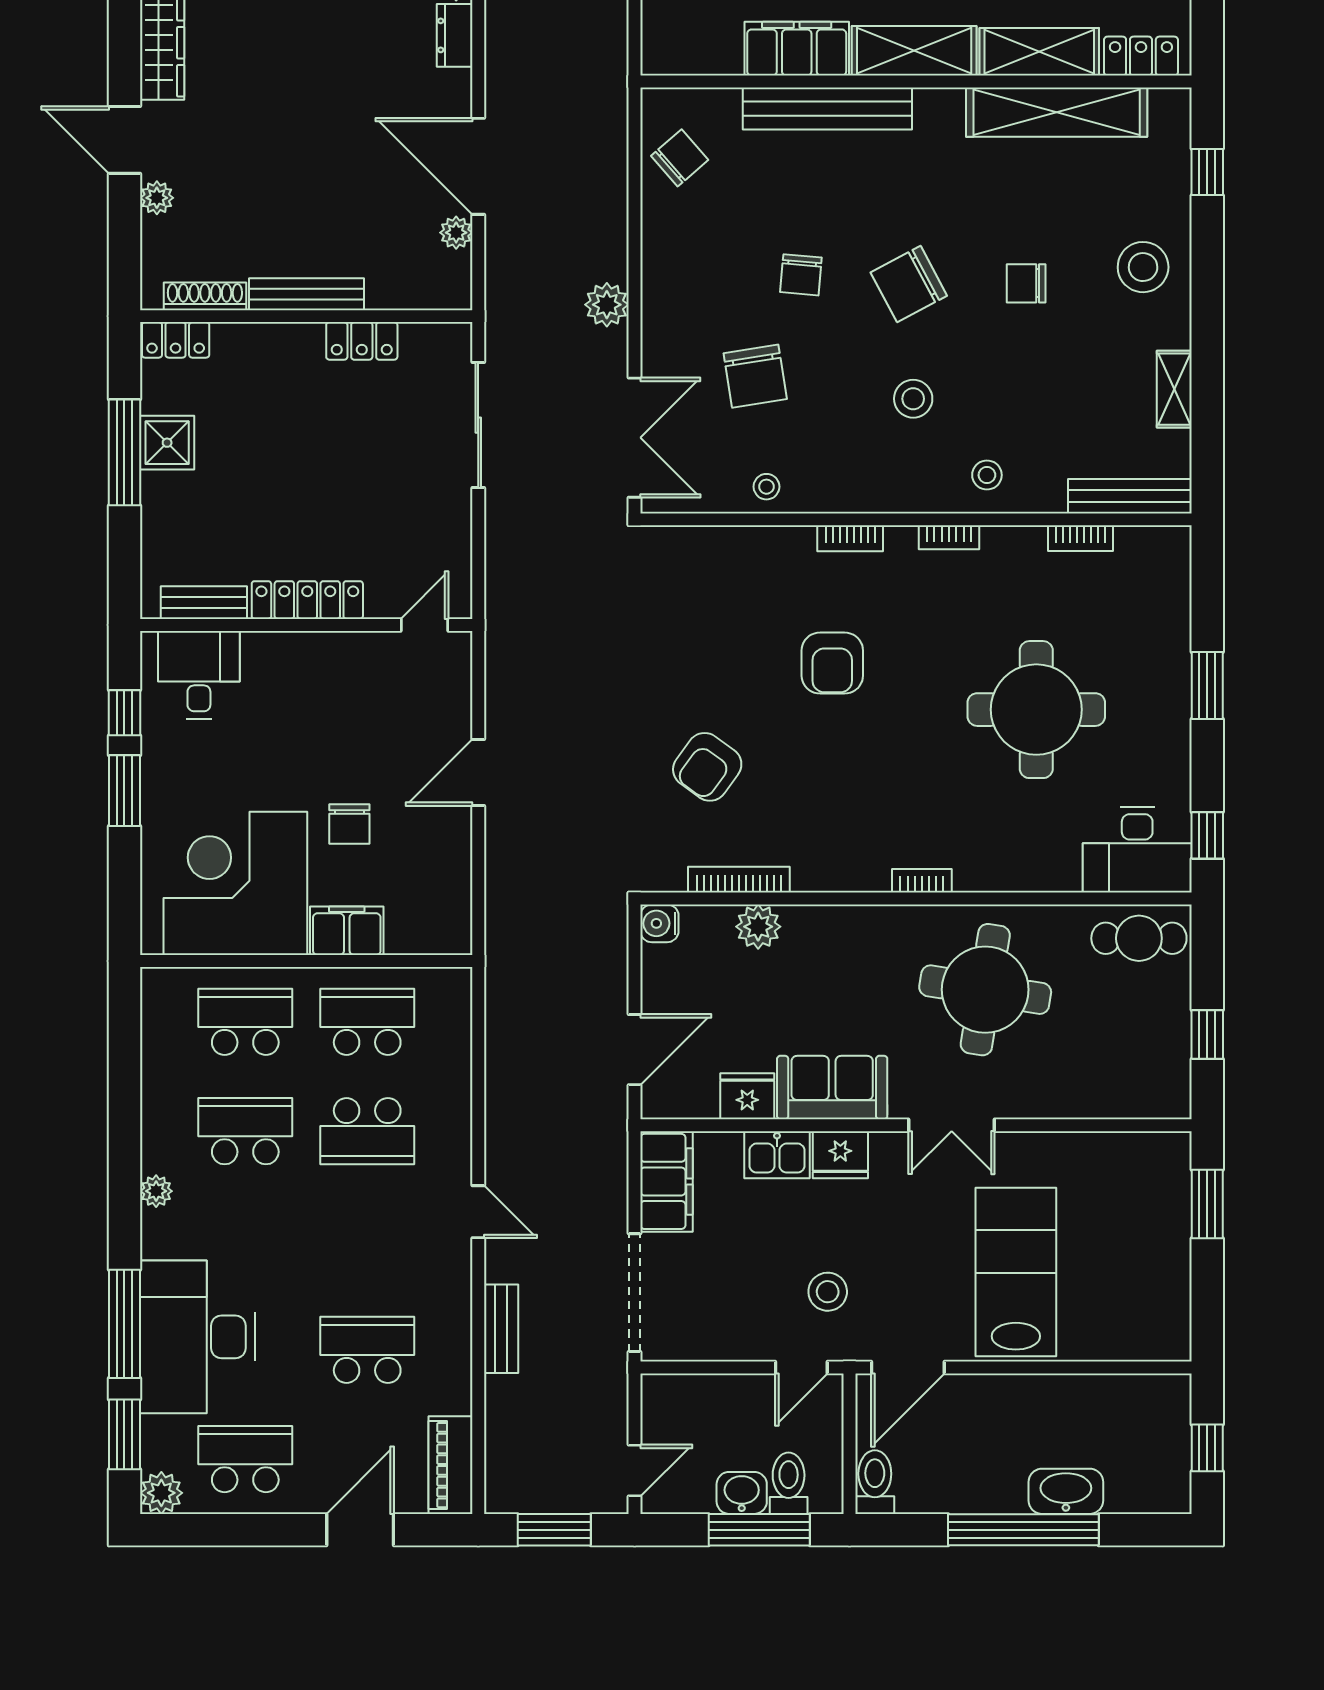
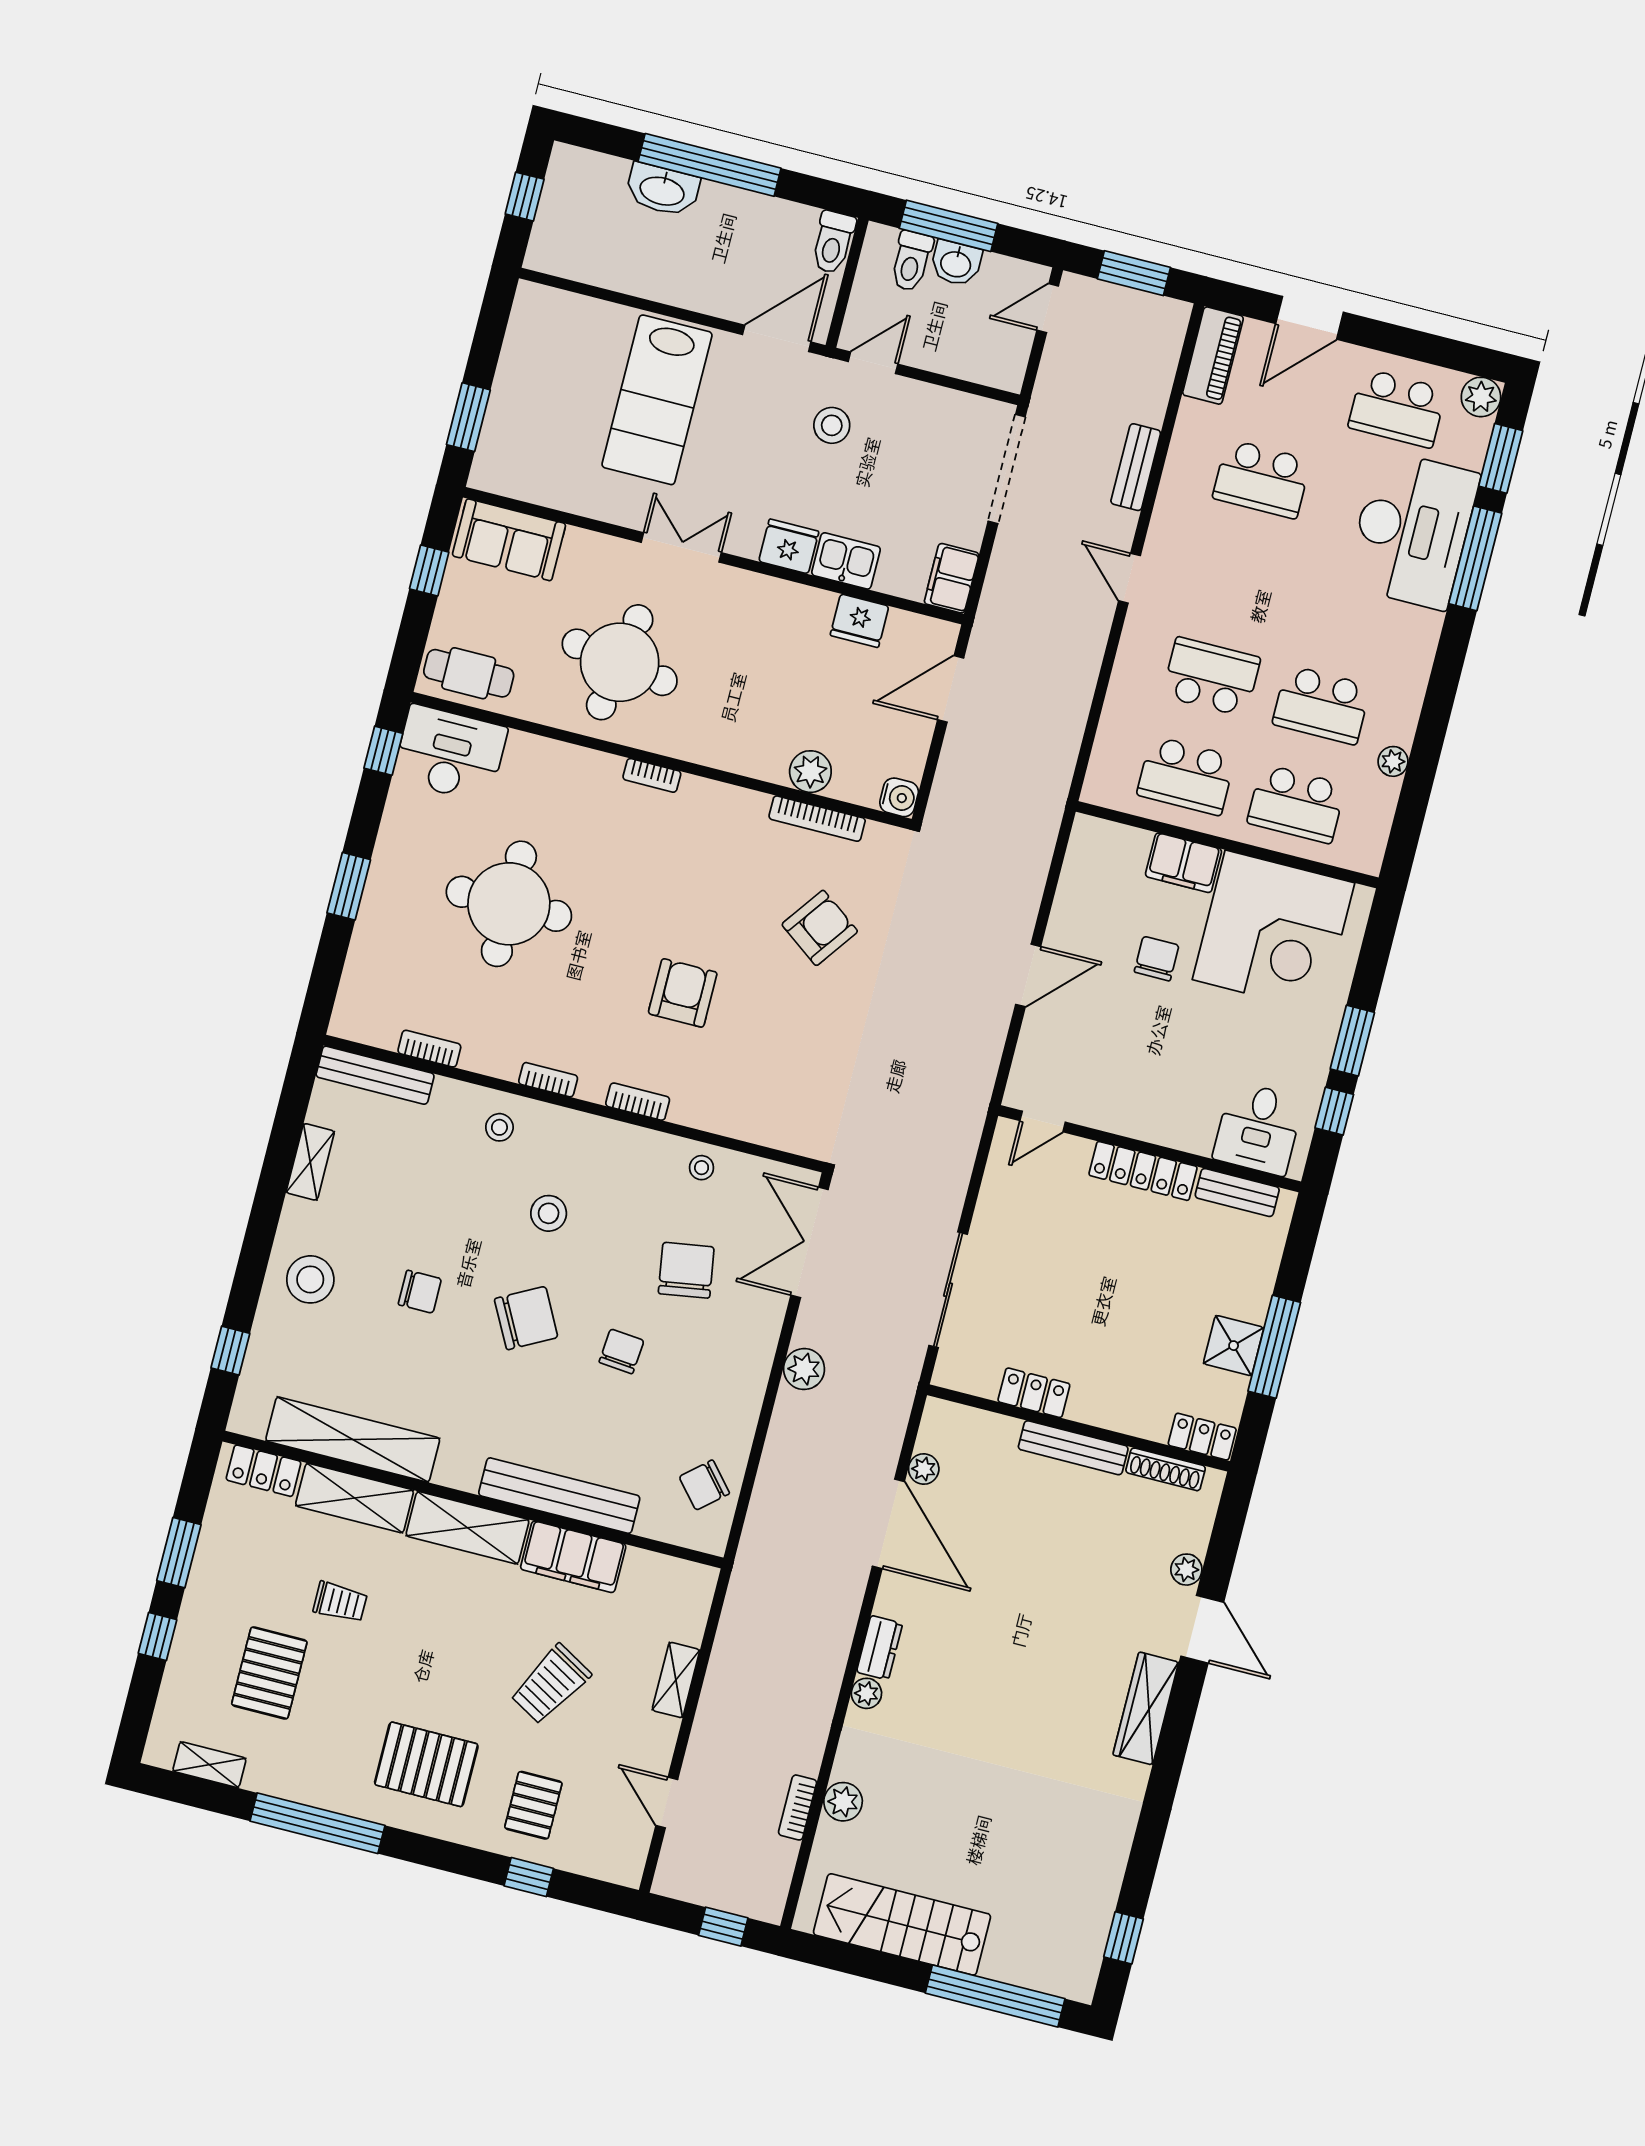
sofa: (832, 1088) -> (509, 540), moved
filing cabinet: (667, 1181) -> (952, 578), width x0.67, depth x0.86
plant: (156, 1191) -> (1393, 761), moved

